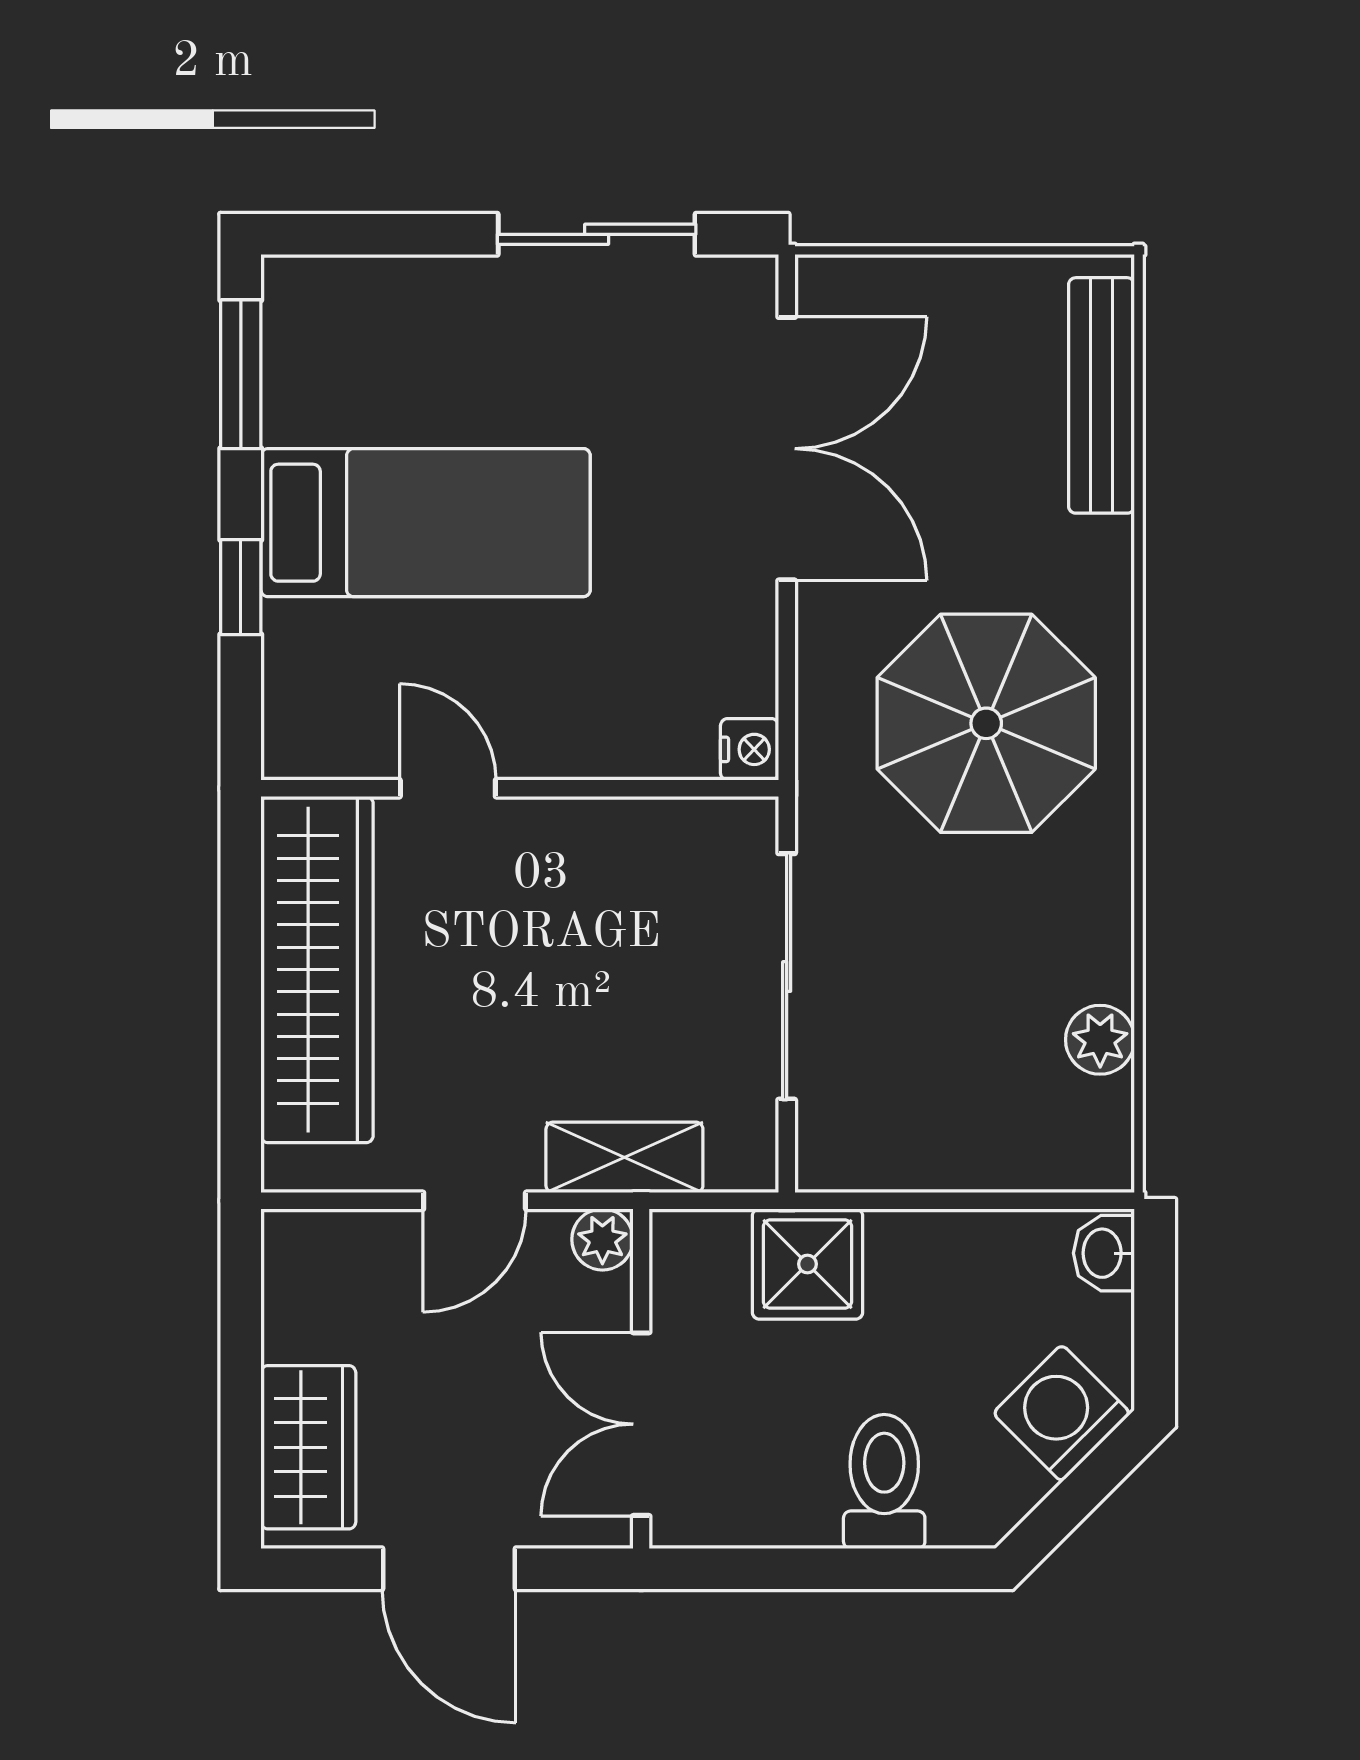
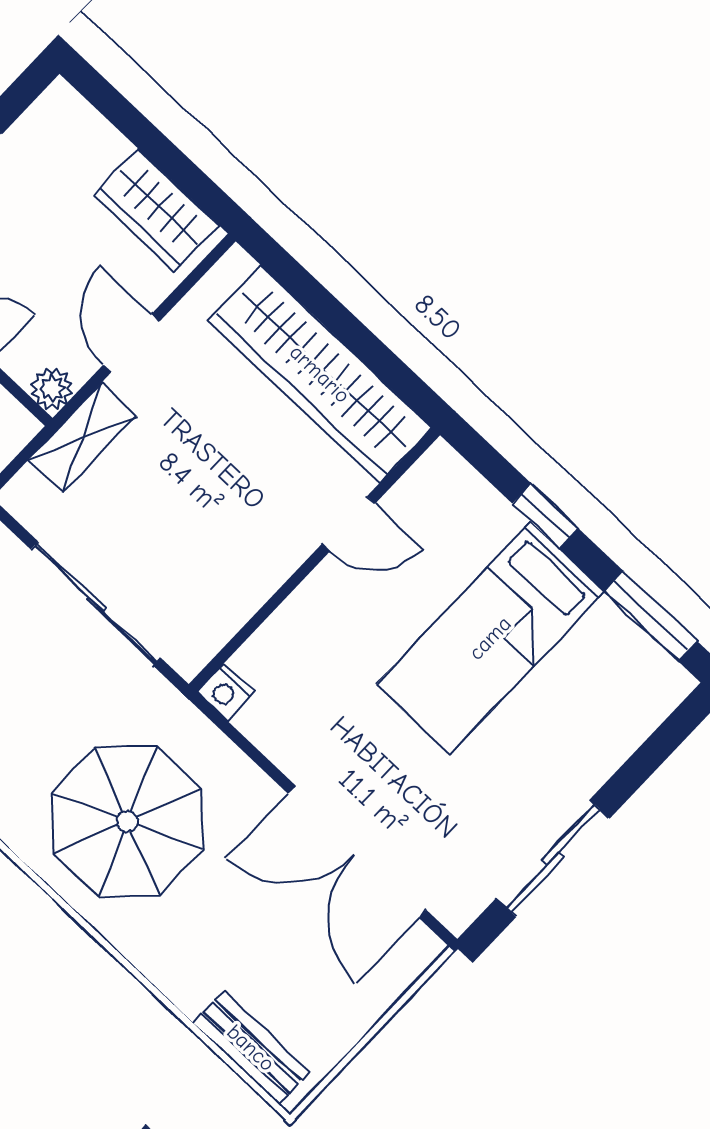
bench: (1102, 395) -> (251, 1048), width x0.73
wardrobe: (308, 1447) -> (156, 210), moved

